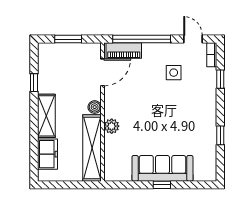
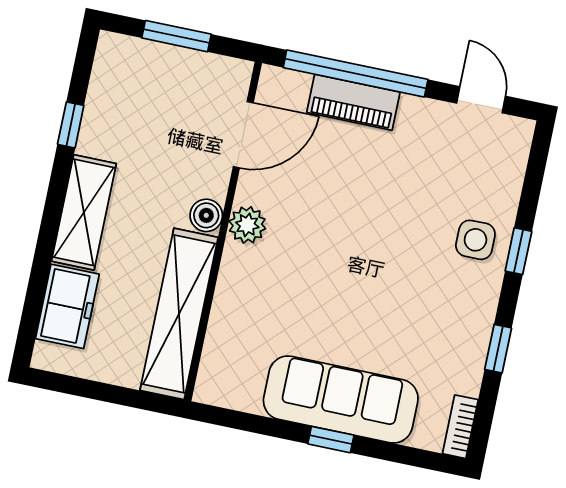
piano: (124, 51) -> (353, 102), moved
bookcase: (212, 55) -> (460, 427), moved
side table: (174, 73) -> (475, 240), moved
window: (220, 79) -> (518, 251), moved
plant: (112, 126) -> (247, 225), moved

